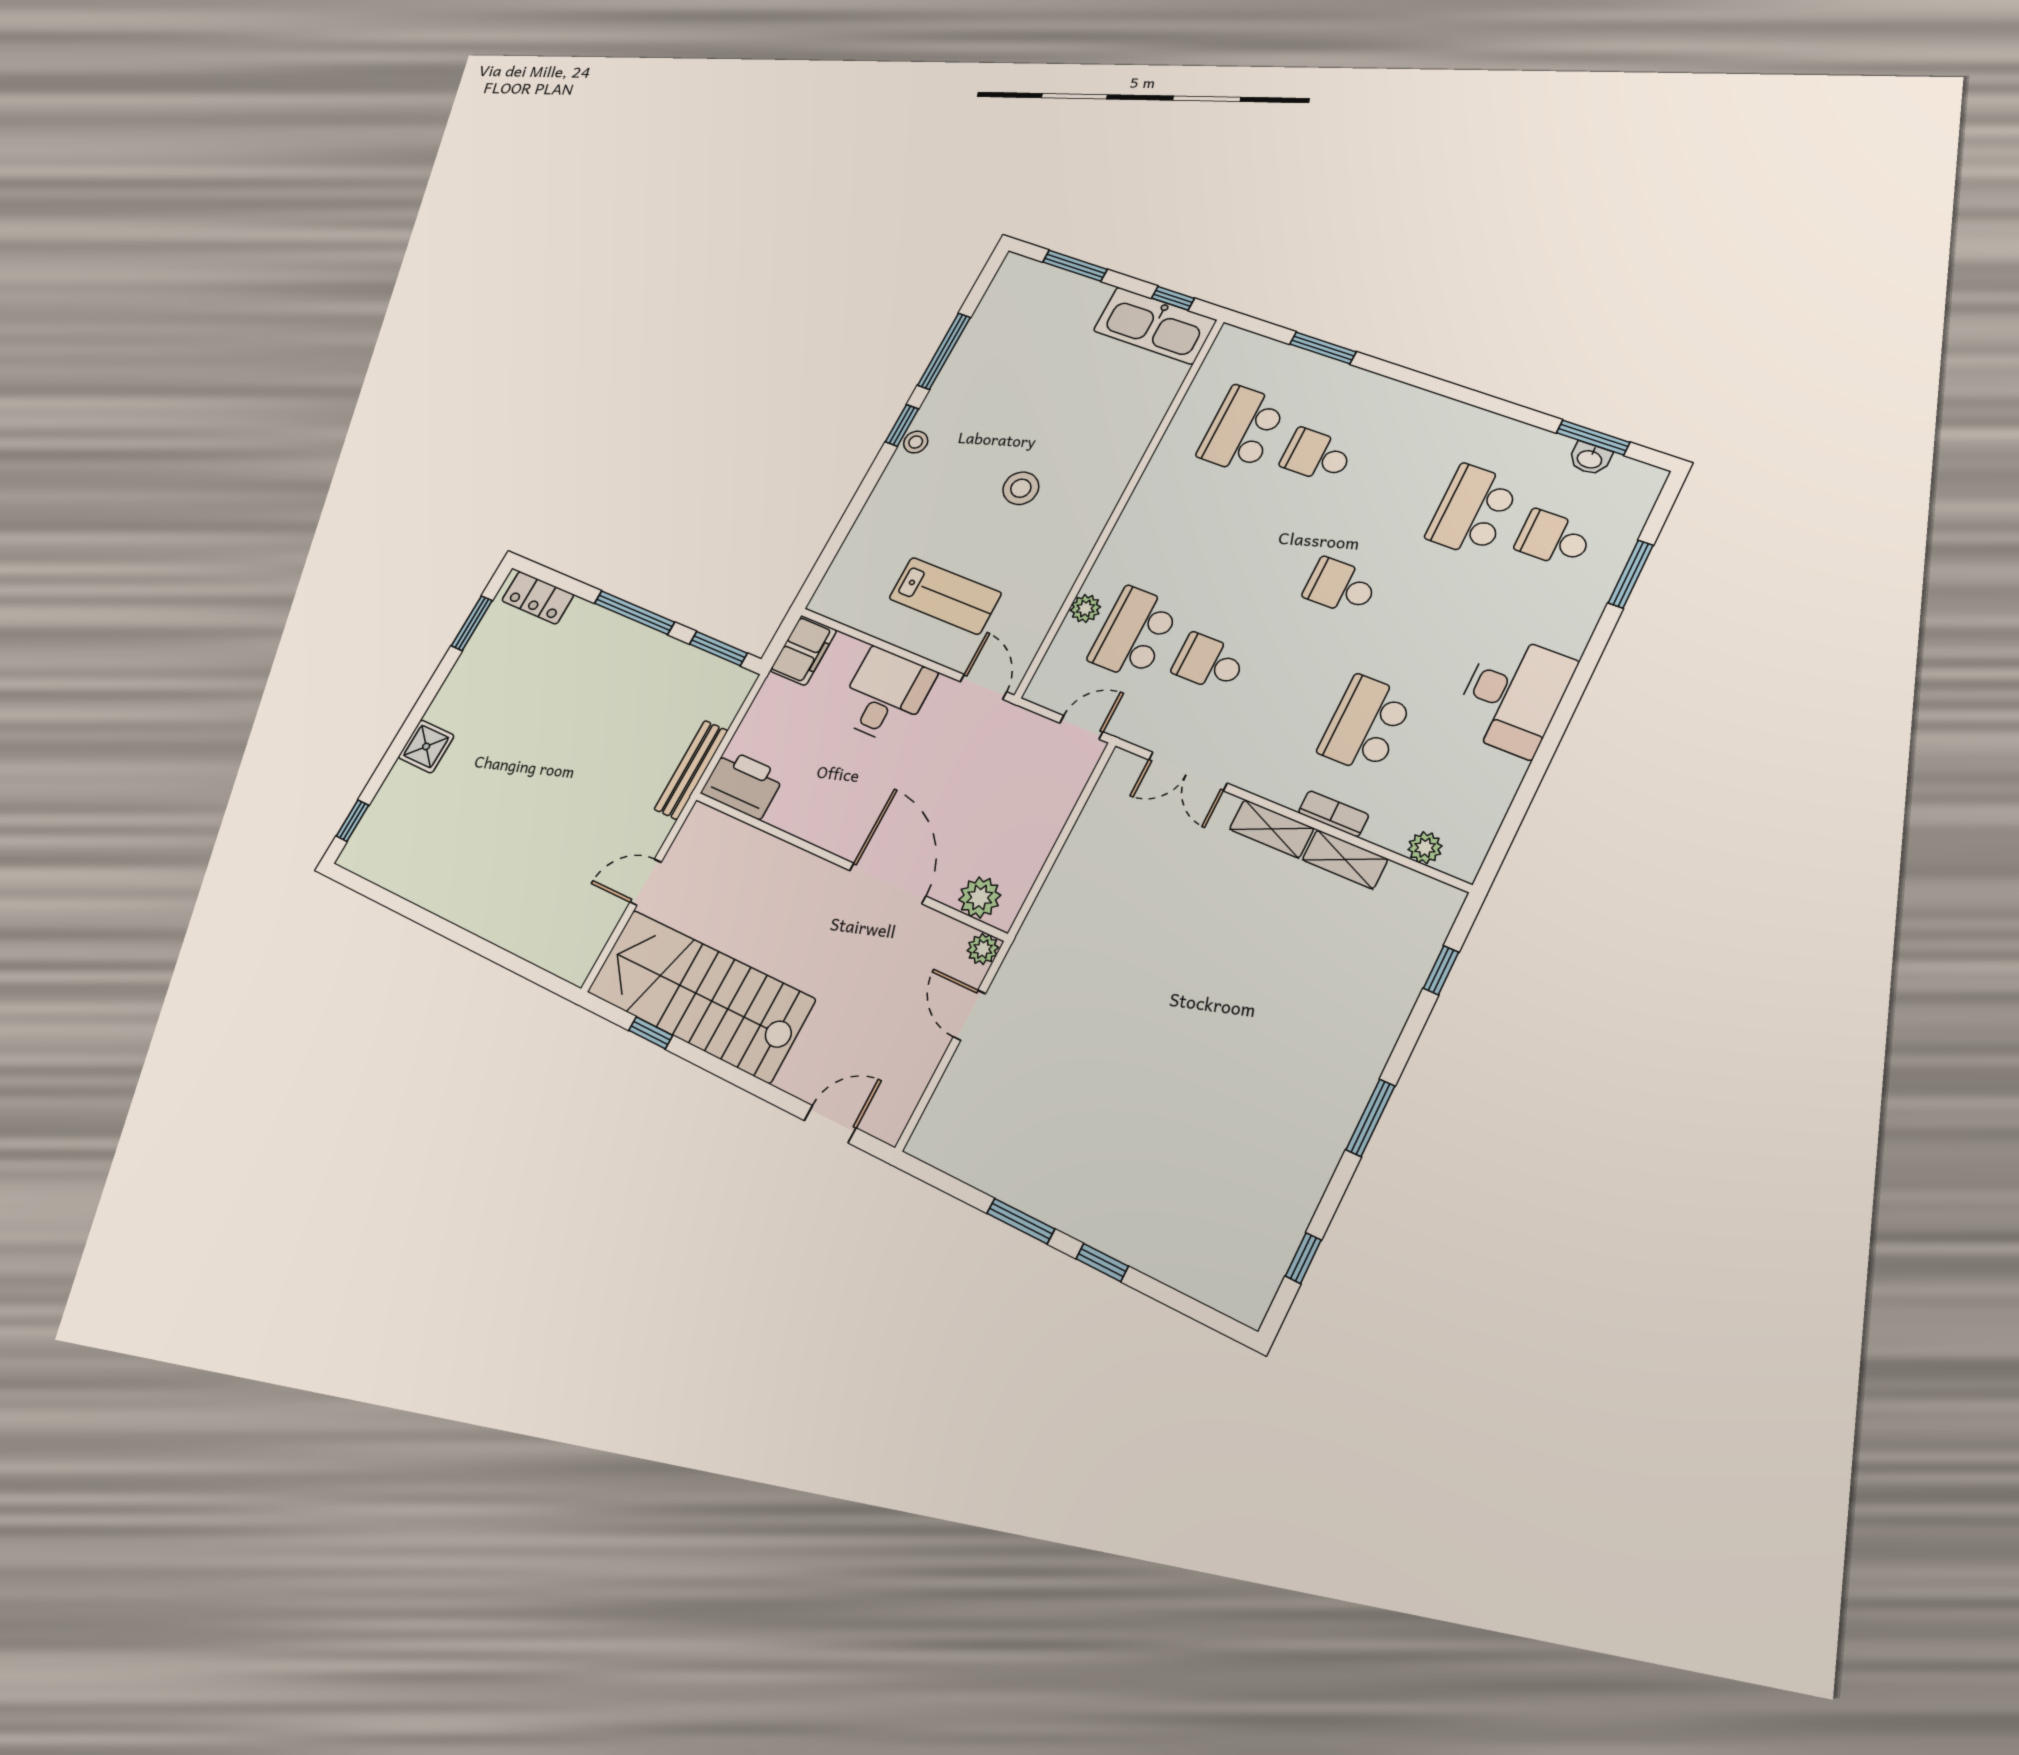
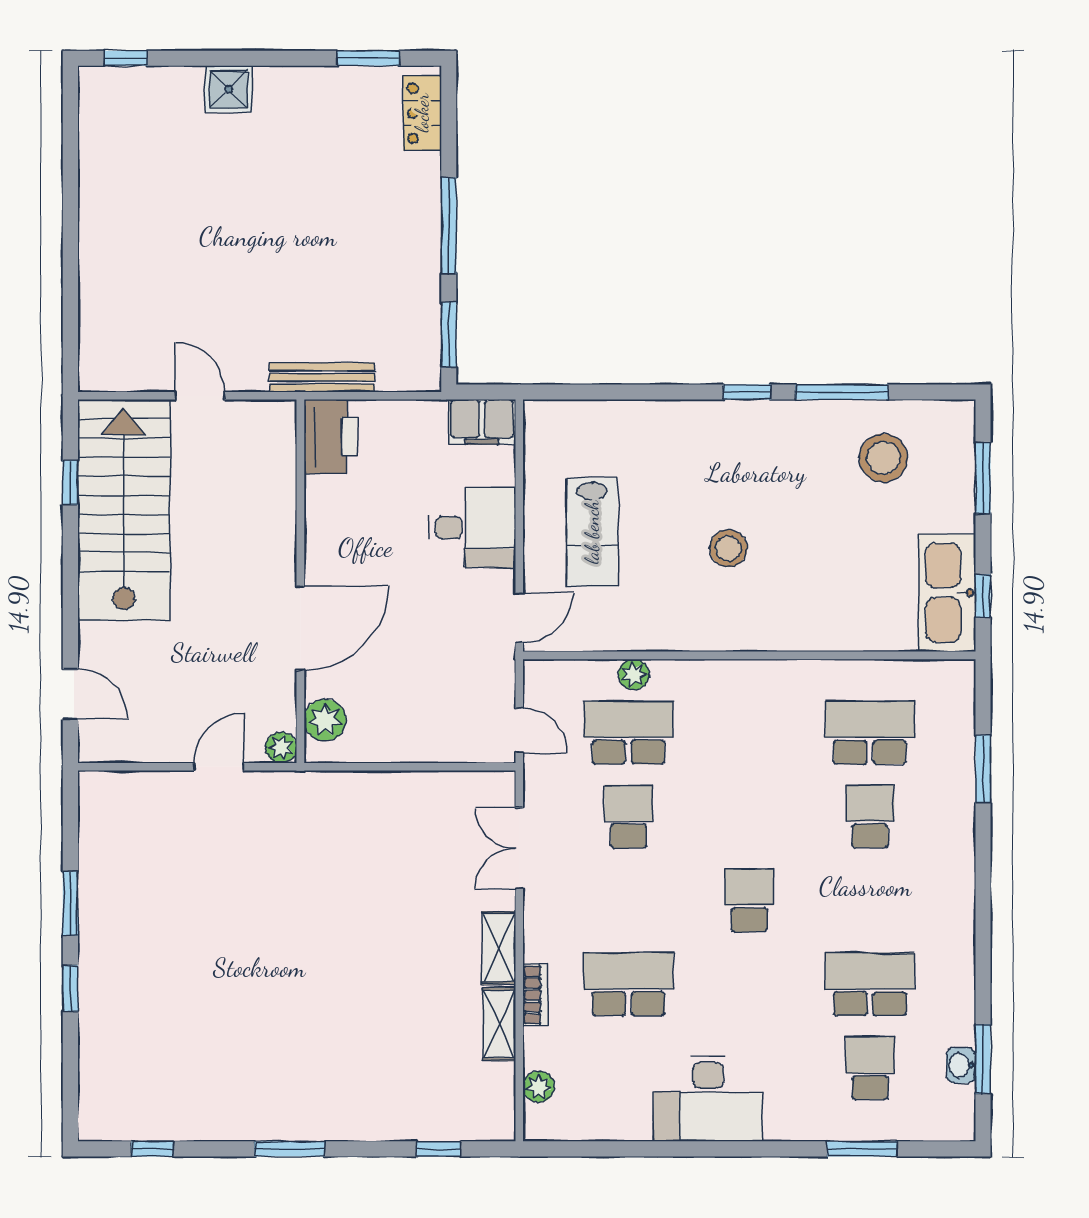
stool: (916, 442) -> (883, 458), moved, width x1.89, depth x1.89

